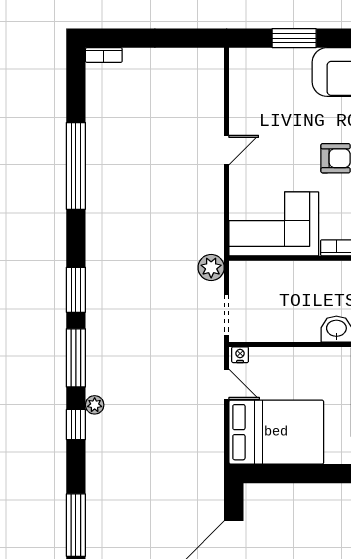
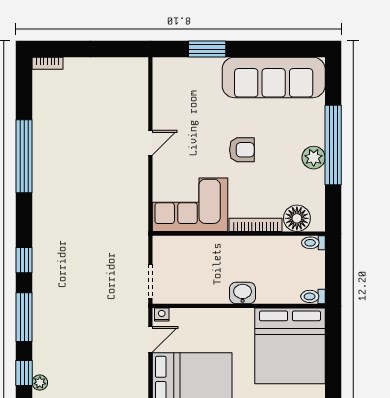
plant: (211, 268) -> (137, 241), removed
window: (76, 290) -> (24, 260), width x0.67
door: (227, 384) -> (150, 339), hinge flipped
plant: (95, 405) -> (40, 383), moved

